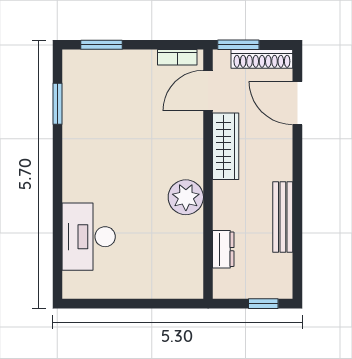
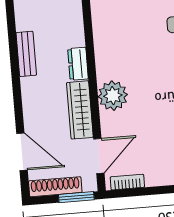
plant: (186, 197) -> (113, 96), moved
bench: (283, 217) -> (26, 54), width x0.73
dresser: (223, 249) -> (78, 64), moved

